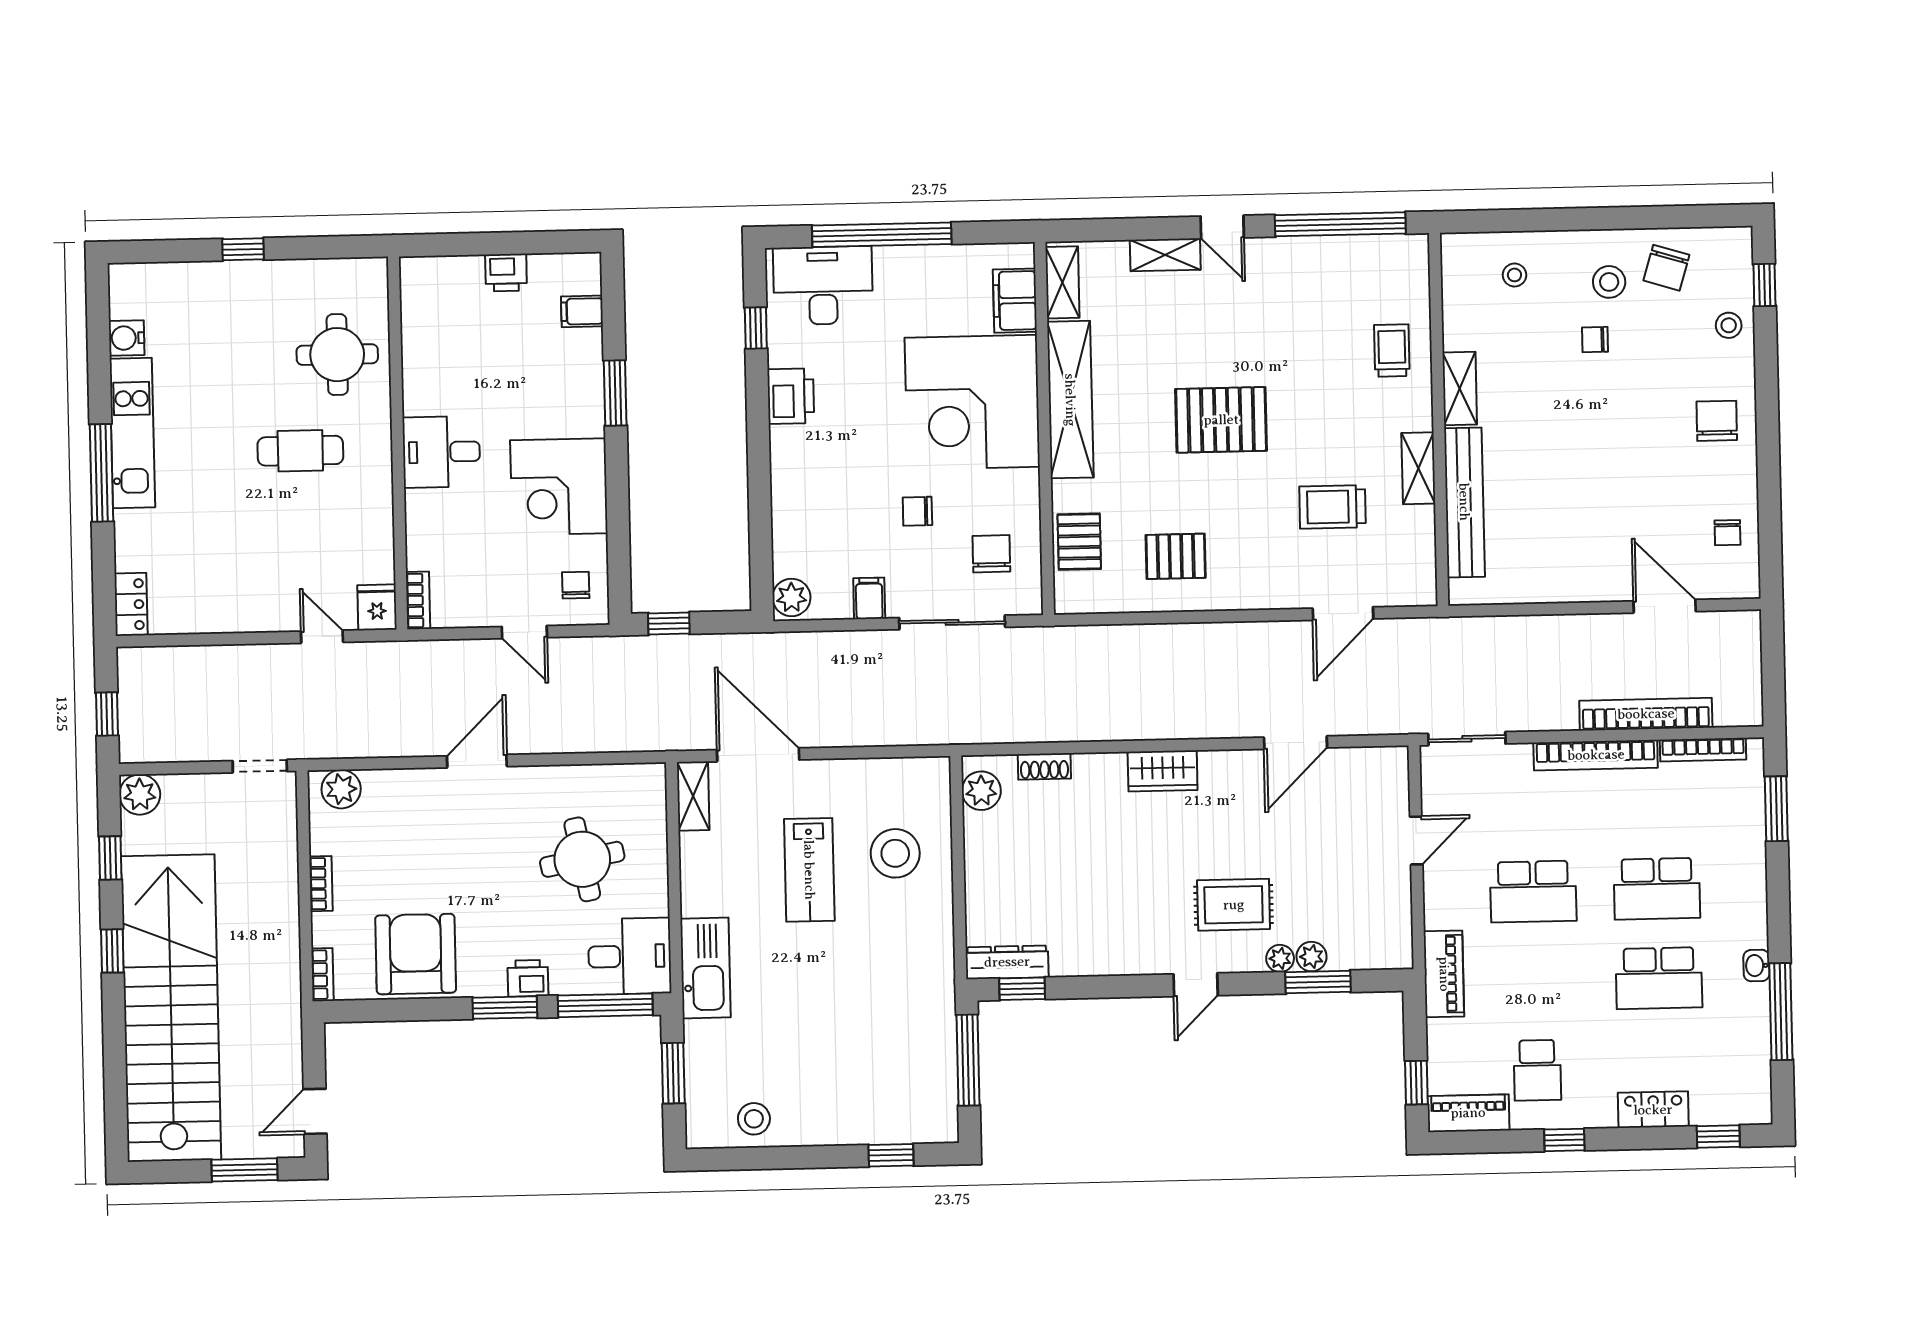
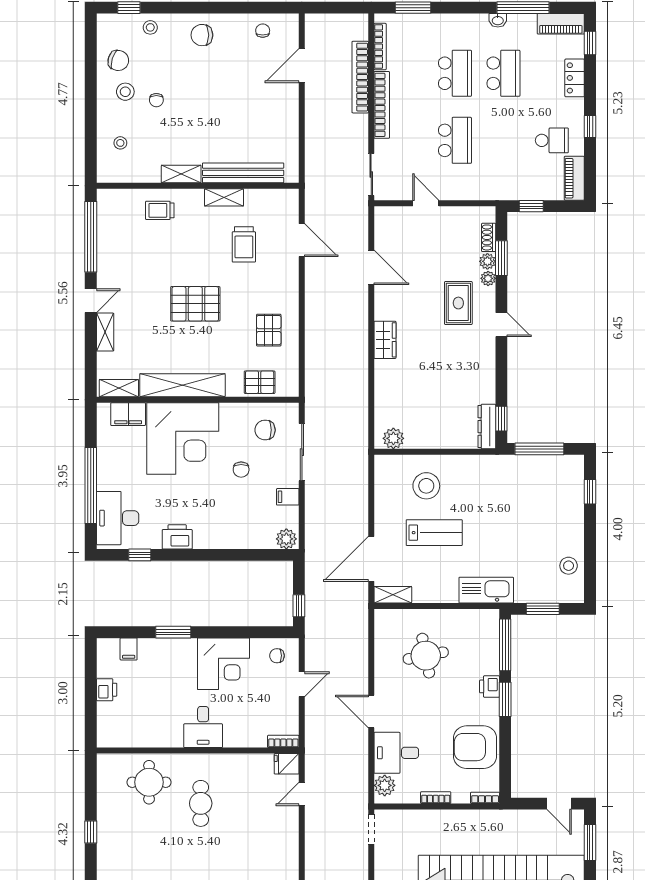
pallet: (1221, 420) -> (195, 304), turned 90
chair: (1727, 533) -> (263, 31), turned -90
shoe rack: (1044, 766) -> (489, 237), moved, turned 180
desk: (630, 956) -> (396, 753), moved, turned -90
piano: (1444, 974) -> (561, 24), moved, turned 180
window: (1416, 1083) -> (531, 206), moved

